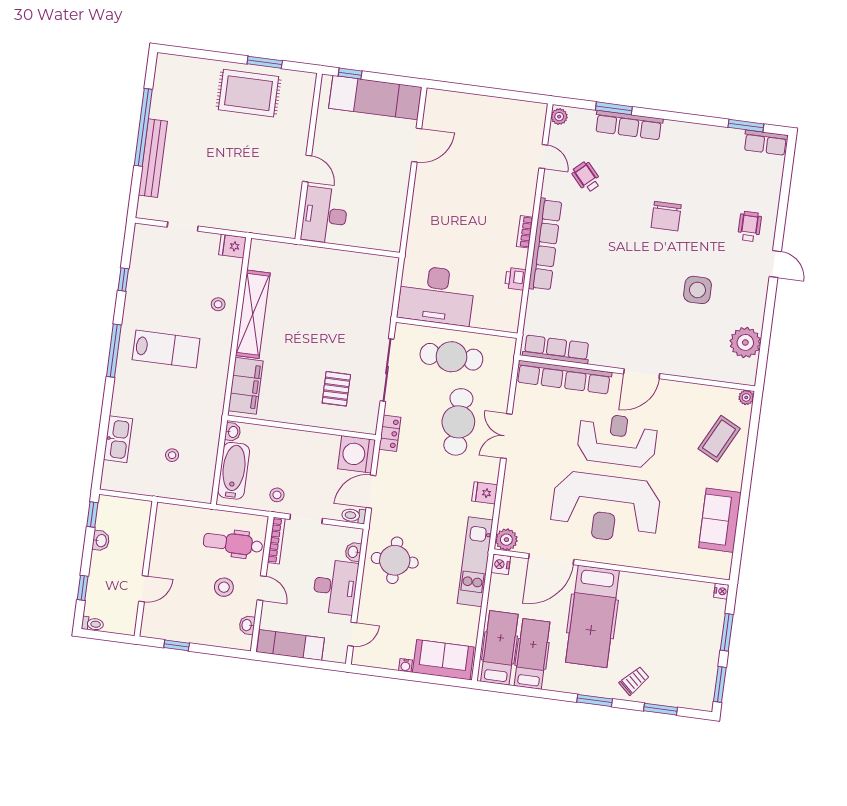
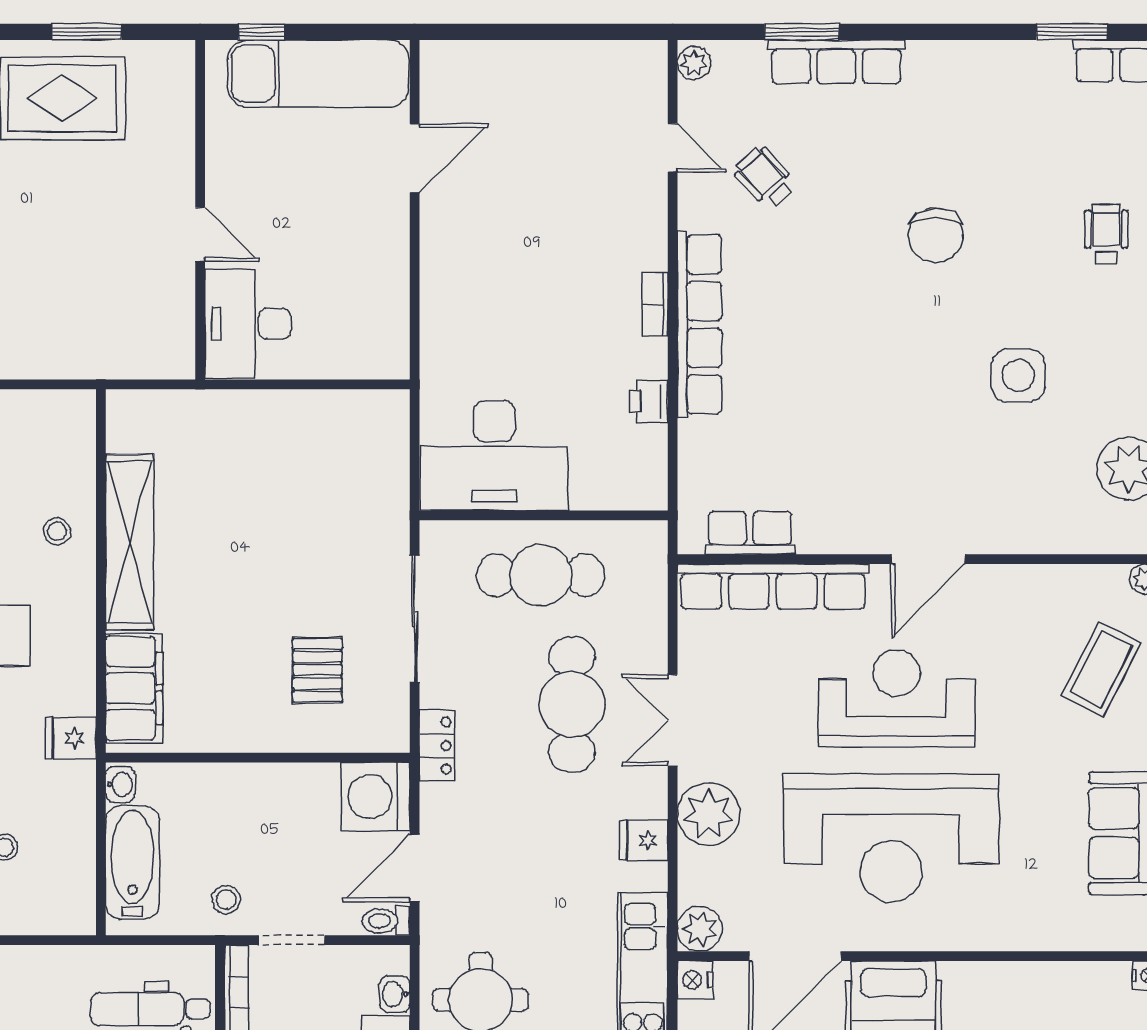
fridge: (233, 246) -> (71, 738), moved
row of seats: (556, 349) -> (750, 533), width x0.68
plant: (518, 484) -> (709, 814), added

